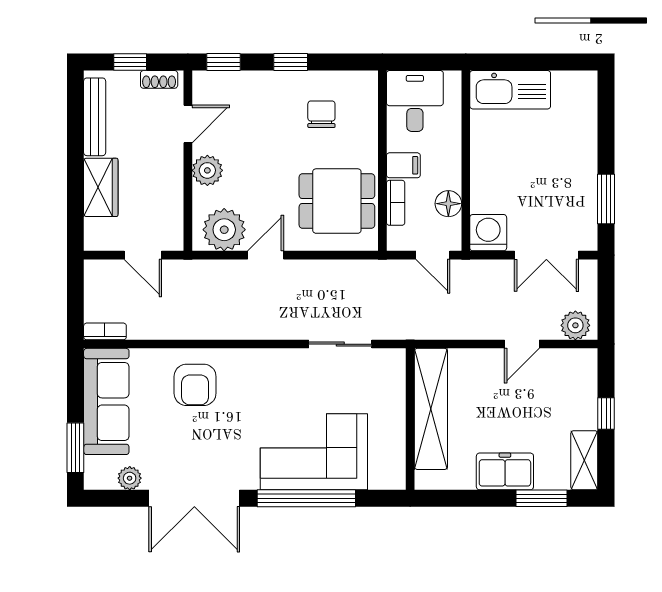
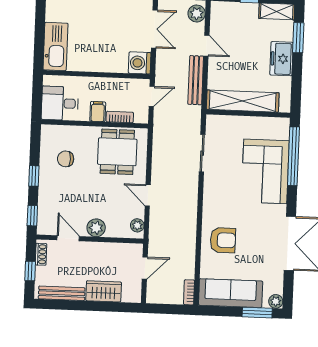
floor lamp: (448, 204) -> (122, 86), removed
plant: (224, 230) -> (137, 225), width x0.53, depth x0.53
bench: (463, 328) -> (196, 80), added
plant: (130, 478) -> (276, 301), moved
window: (306, 498) -> (293, 156), moved

